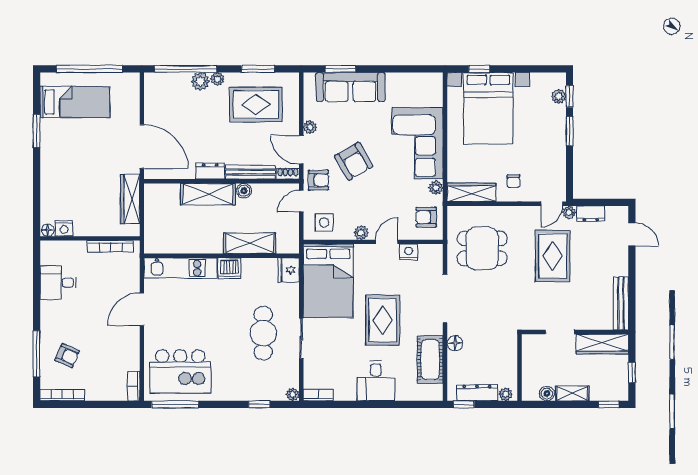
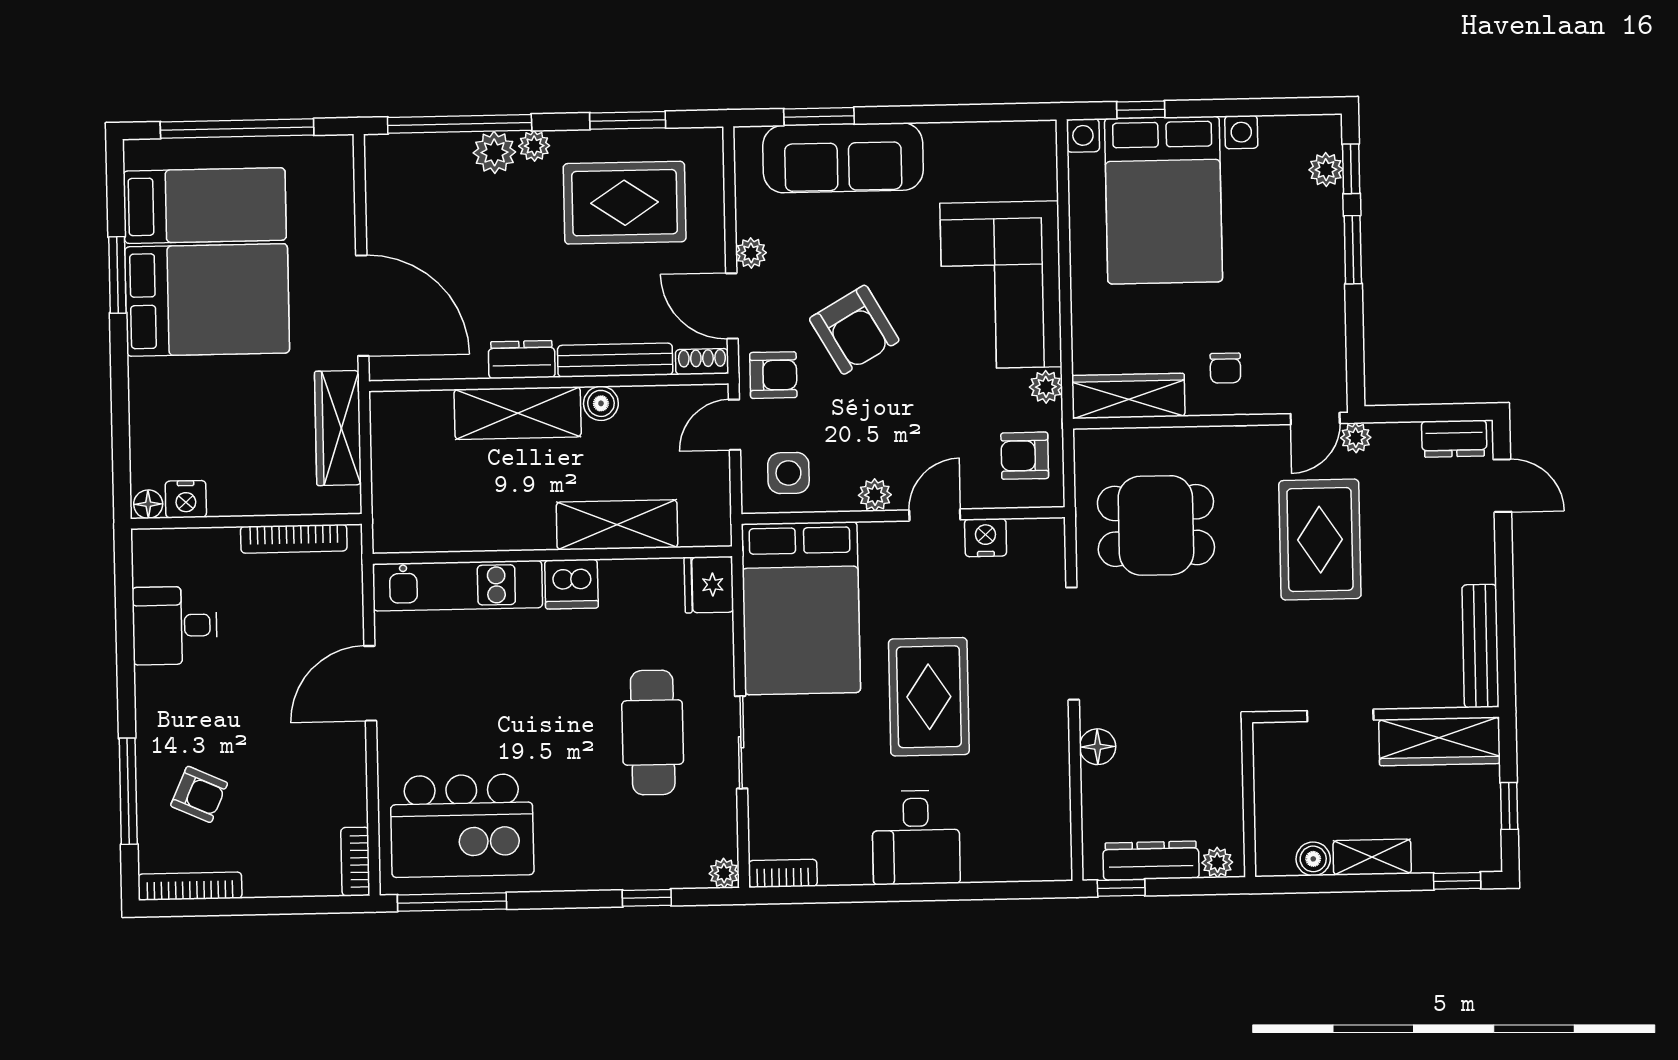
bed: (75, 143) -> (207, 300), added
dresser: (591, 214) -> (1454, 439), moved
cot: (430, 360) -> (1041, 786), removed

